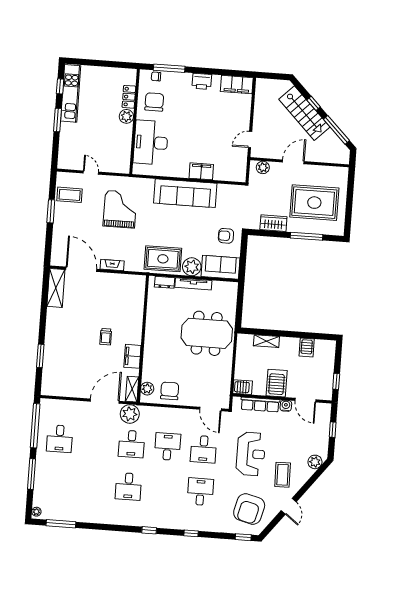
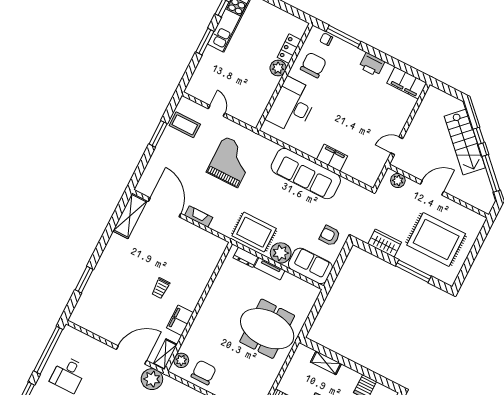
tv unit: (193, 284) -> (270, 269), width x0.71

